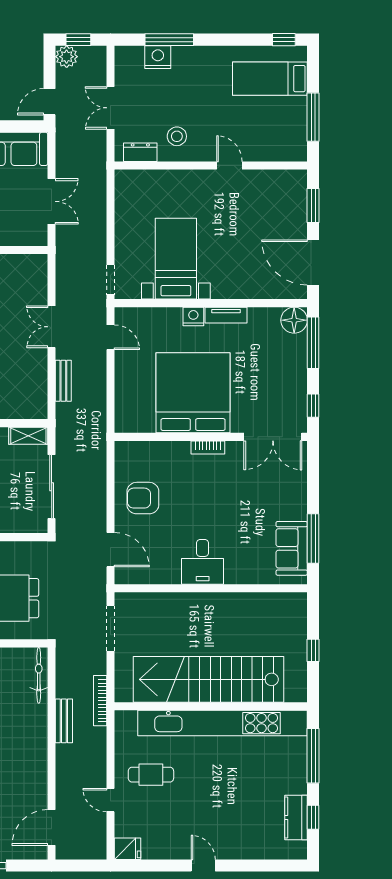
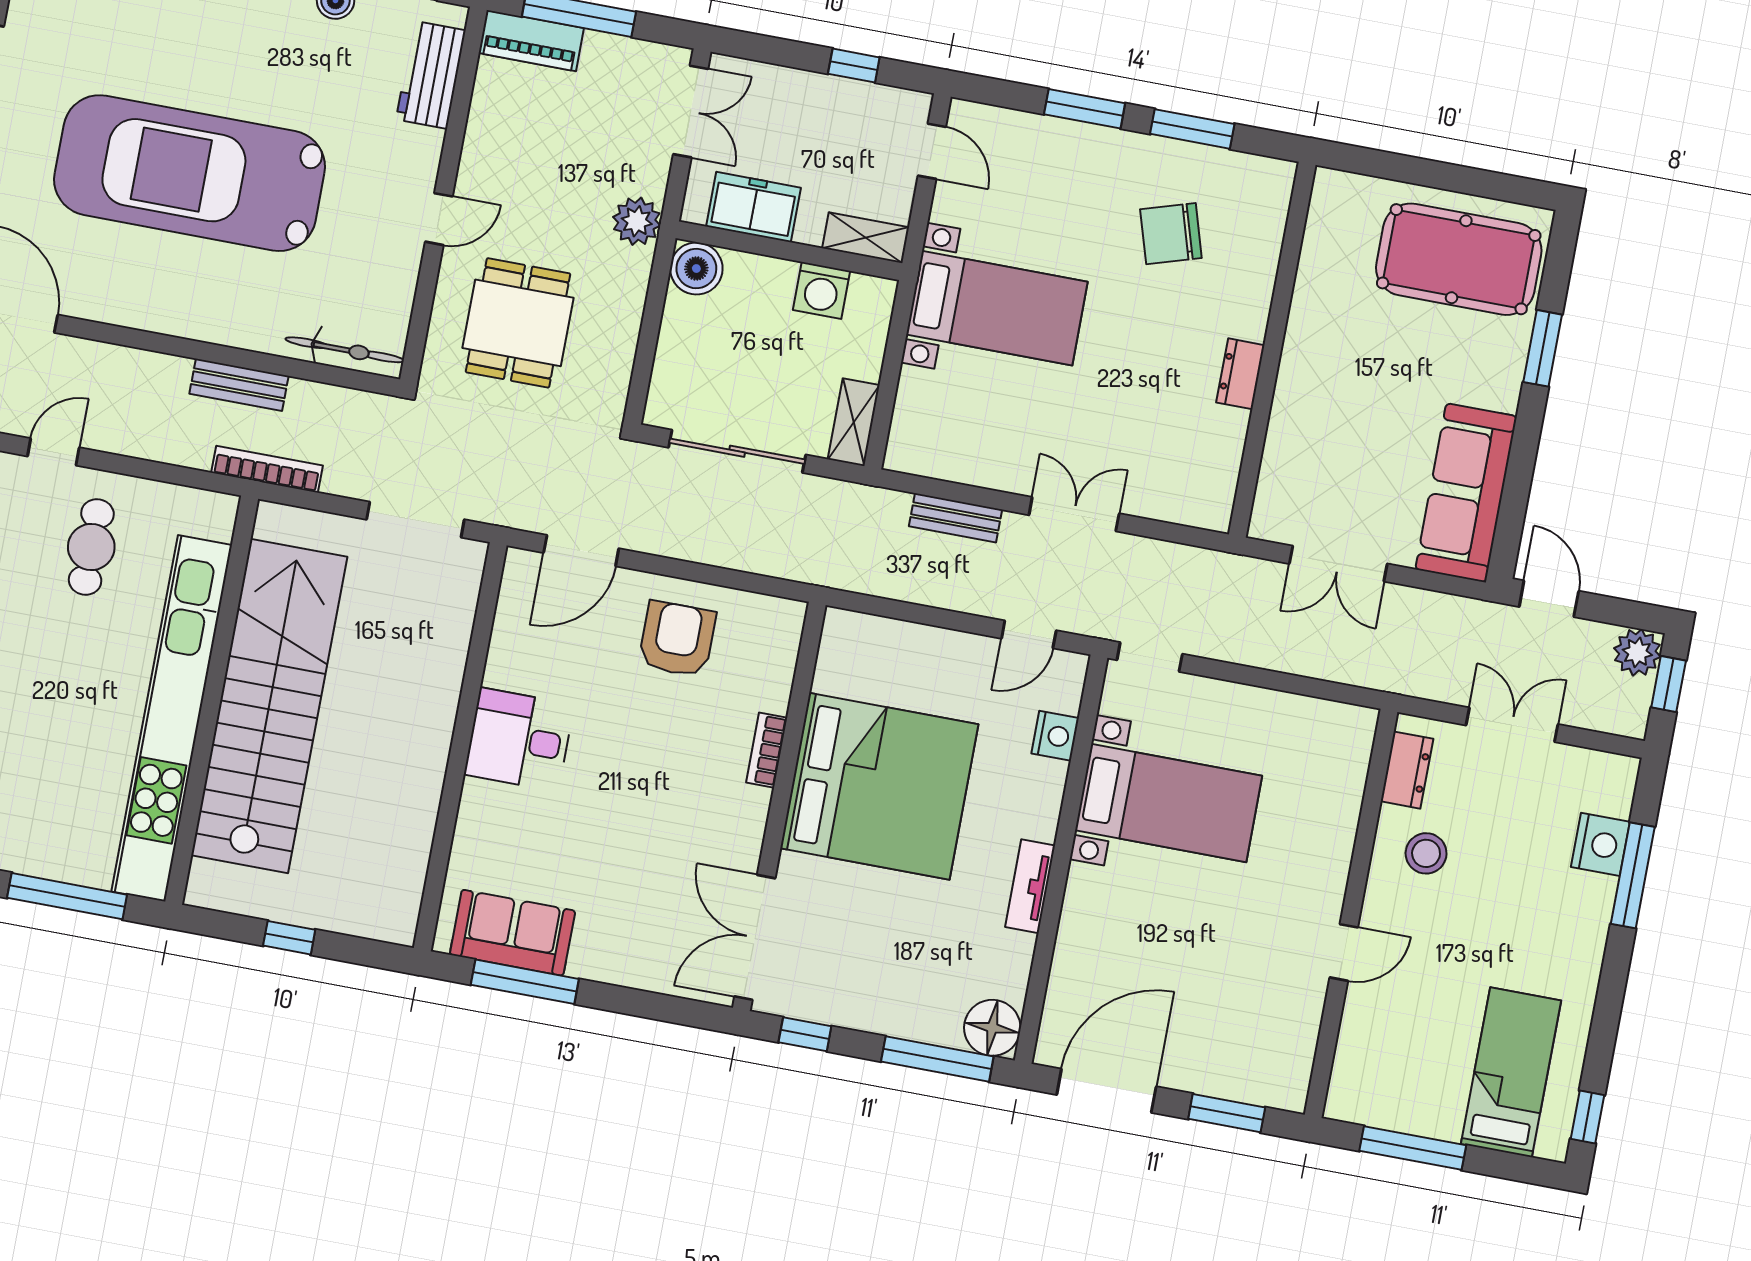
nightstand: (193, 316) -> (1055, 736), moved
bookcase: (208, 447) -> (767, 750), moved

